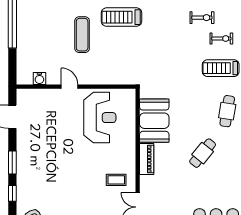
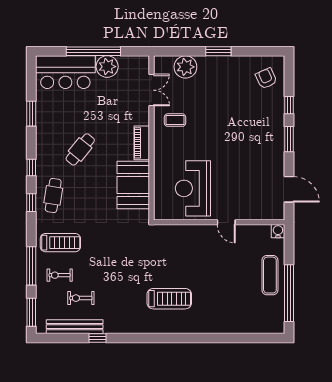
exercise mat: (82, 35) -> (270, 275), moved
water cooler: (39, 79) -> (278, 231), moved

